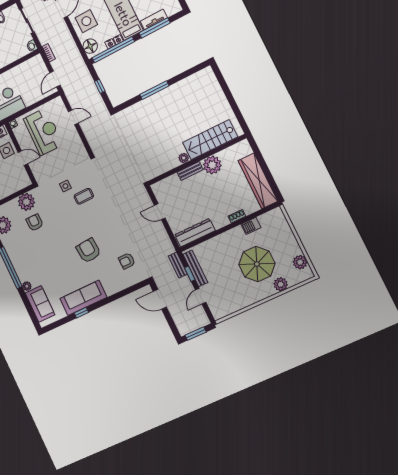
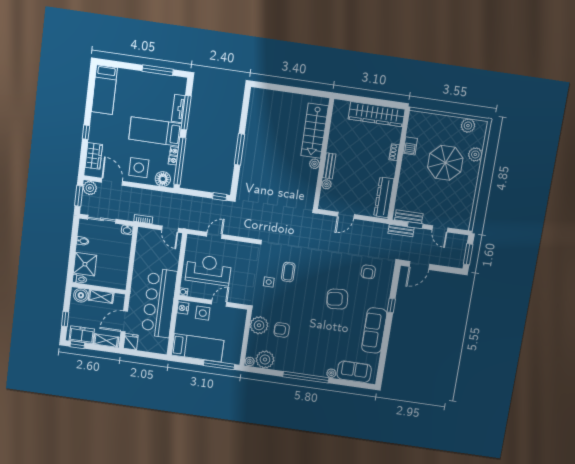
window: (100, 86) -> (220, 197), moved
plant: (212, 165) -> (327, 184), moved, width x0.53, depth x0.53
bench: (195, 268) -> (409, 217), width x0.73
window: (81, 313) -> (391, 306), moved

